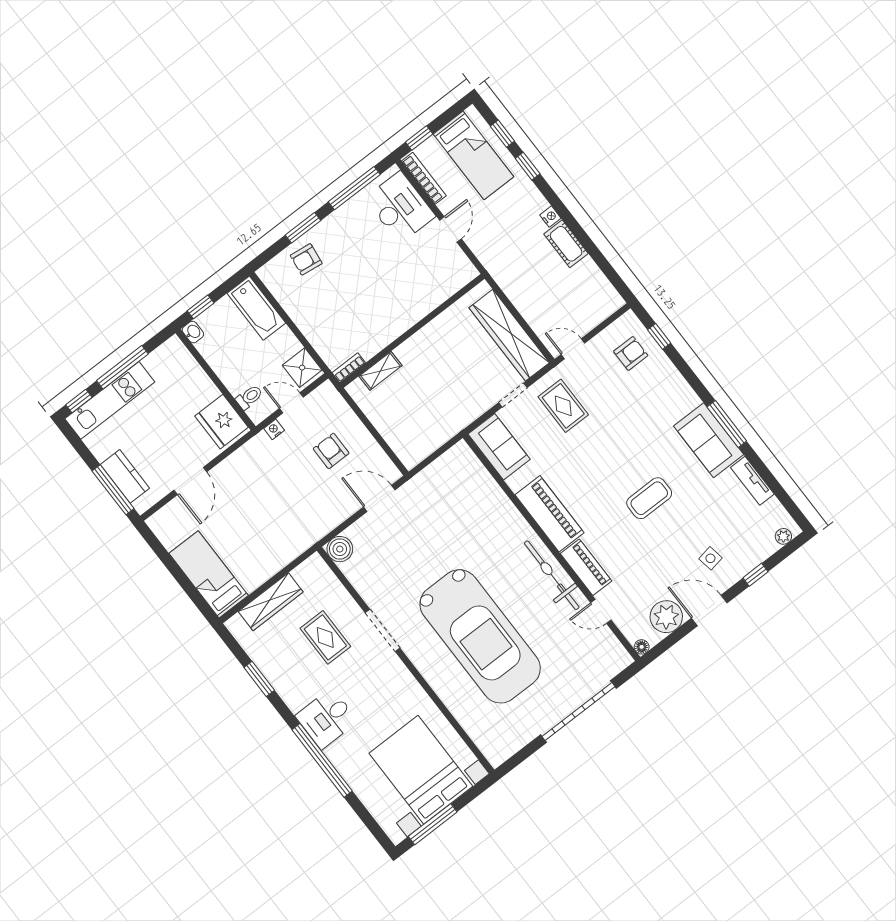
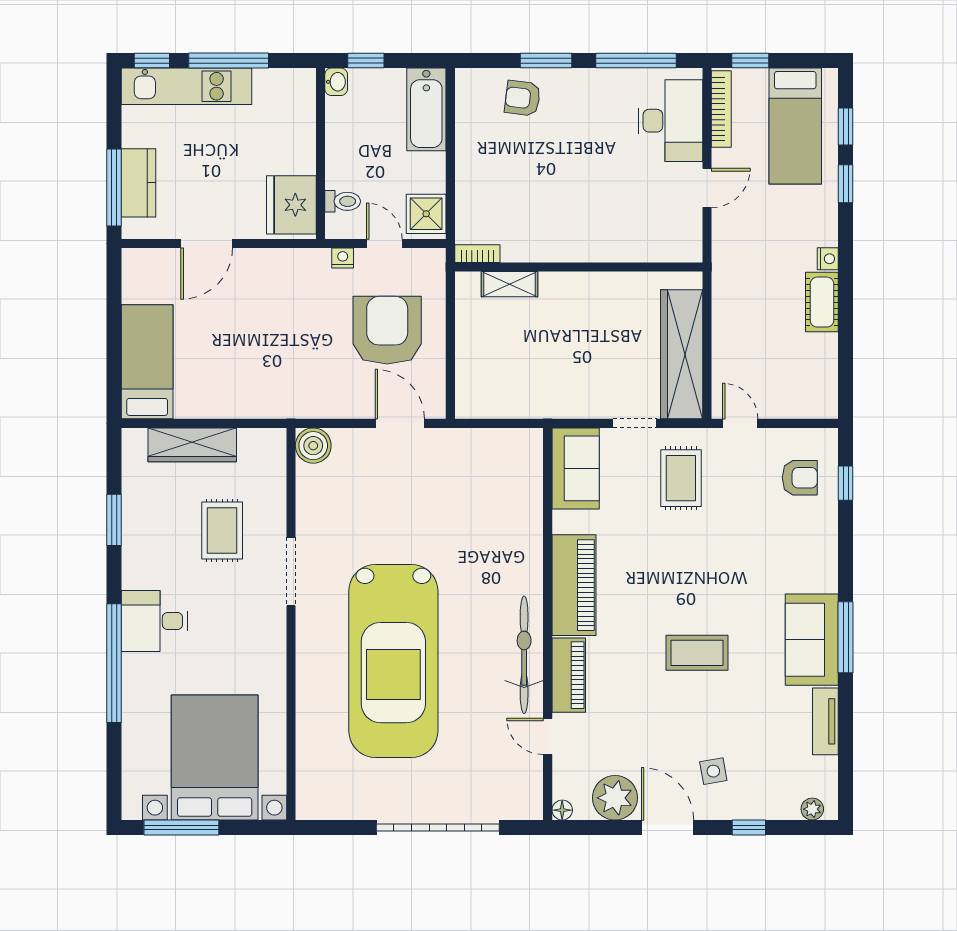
armchair: (331, 451) -> (387, 330), width x1.88, depth x1.88

